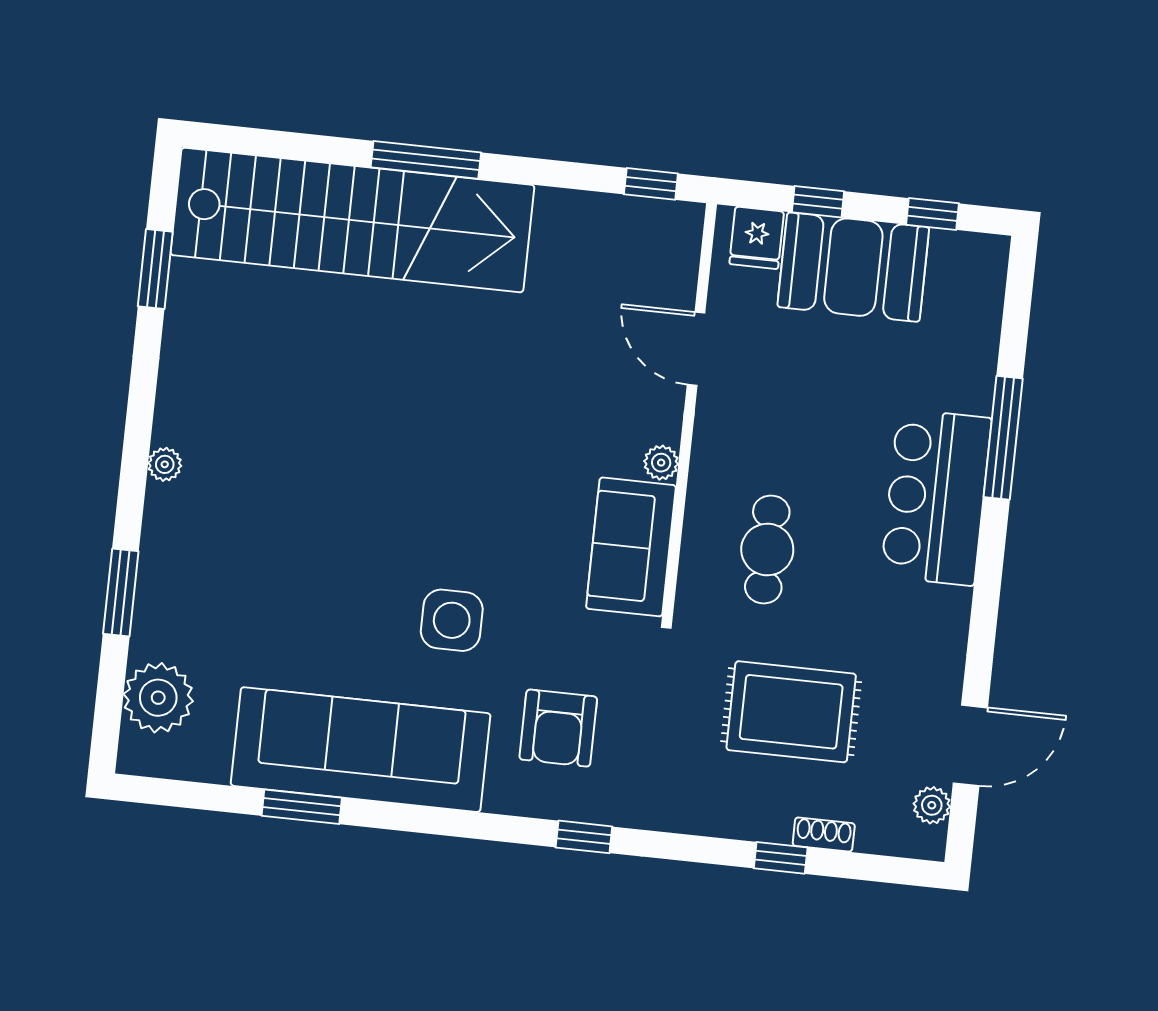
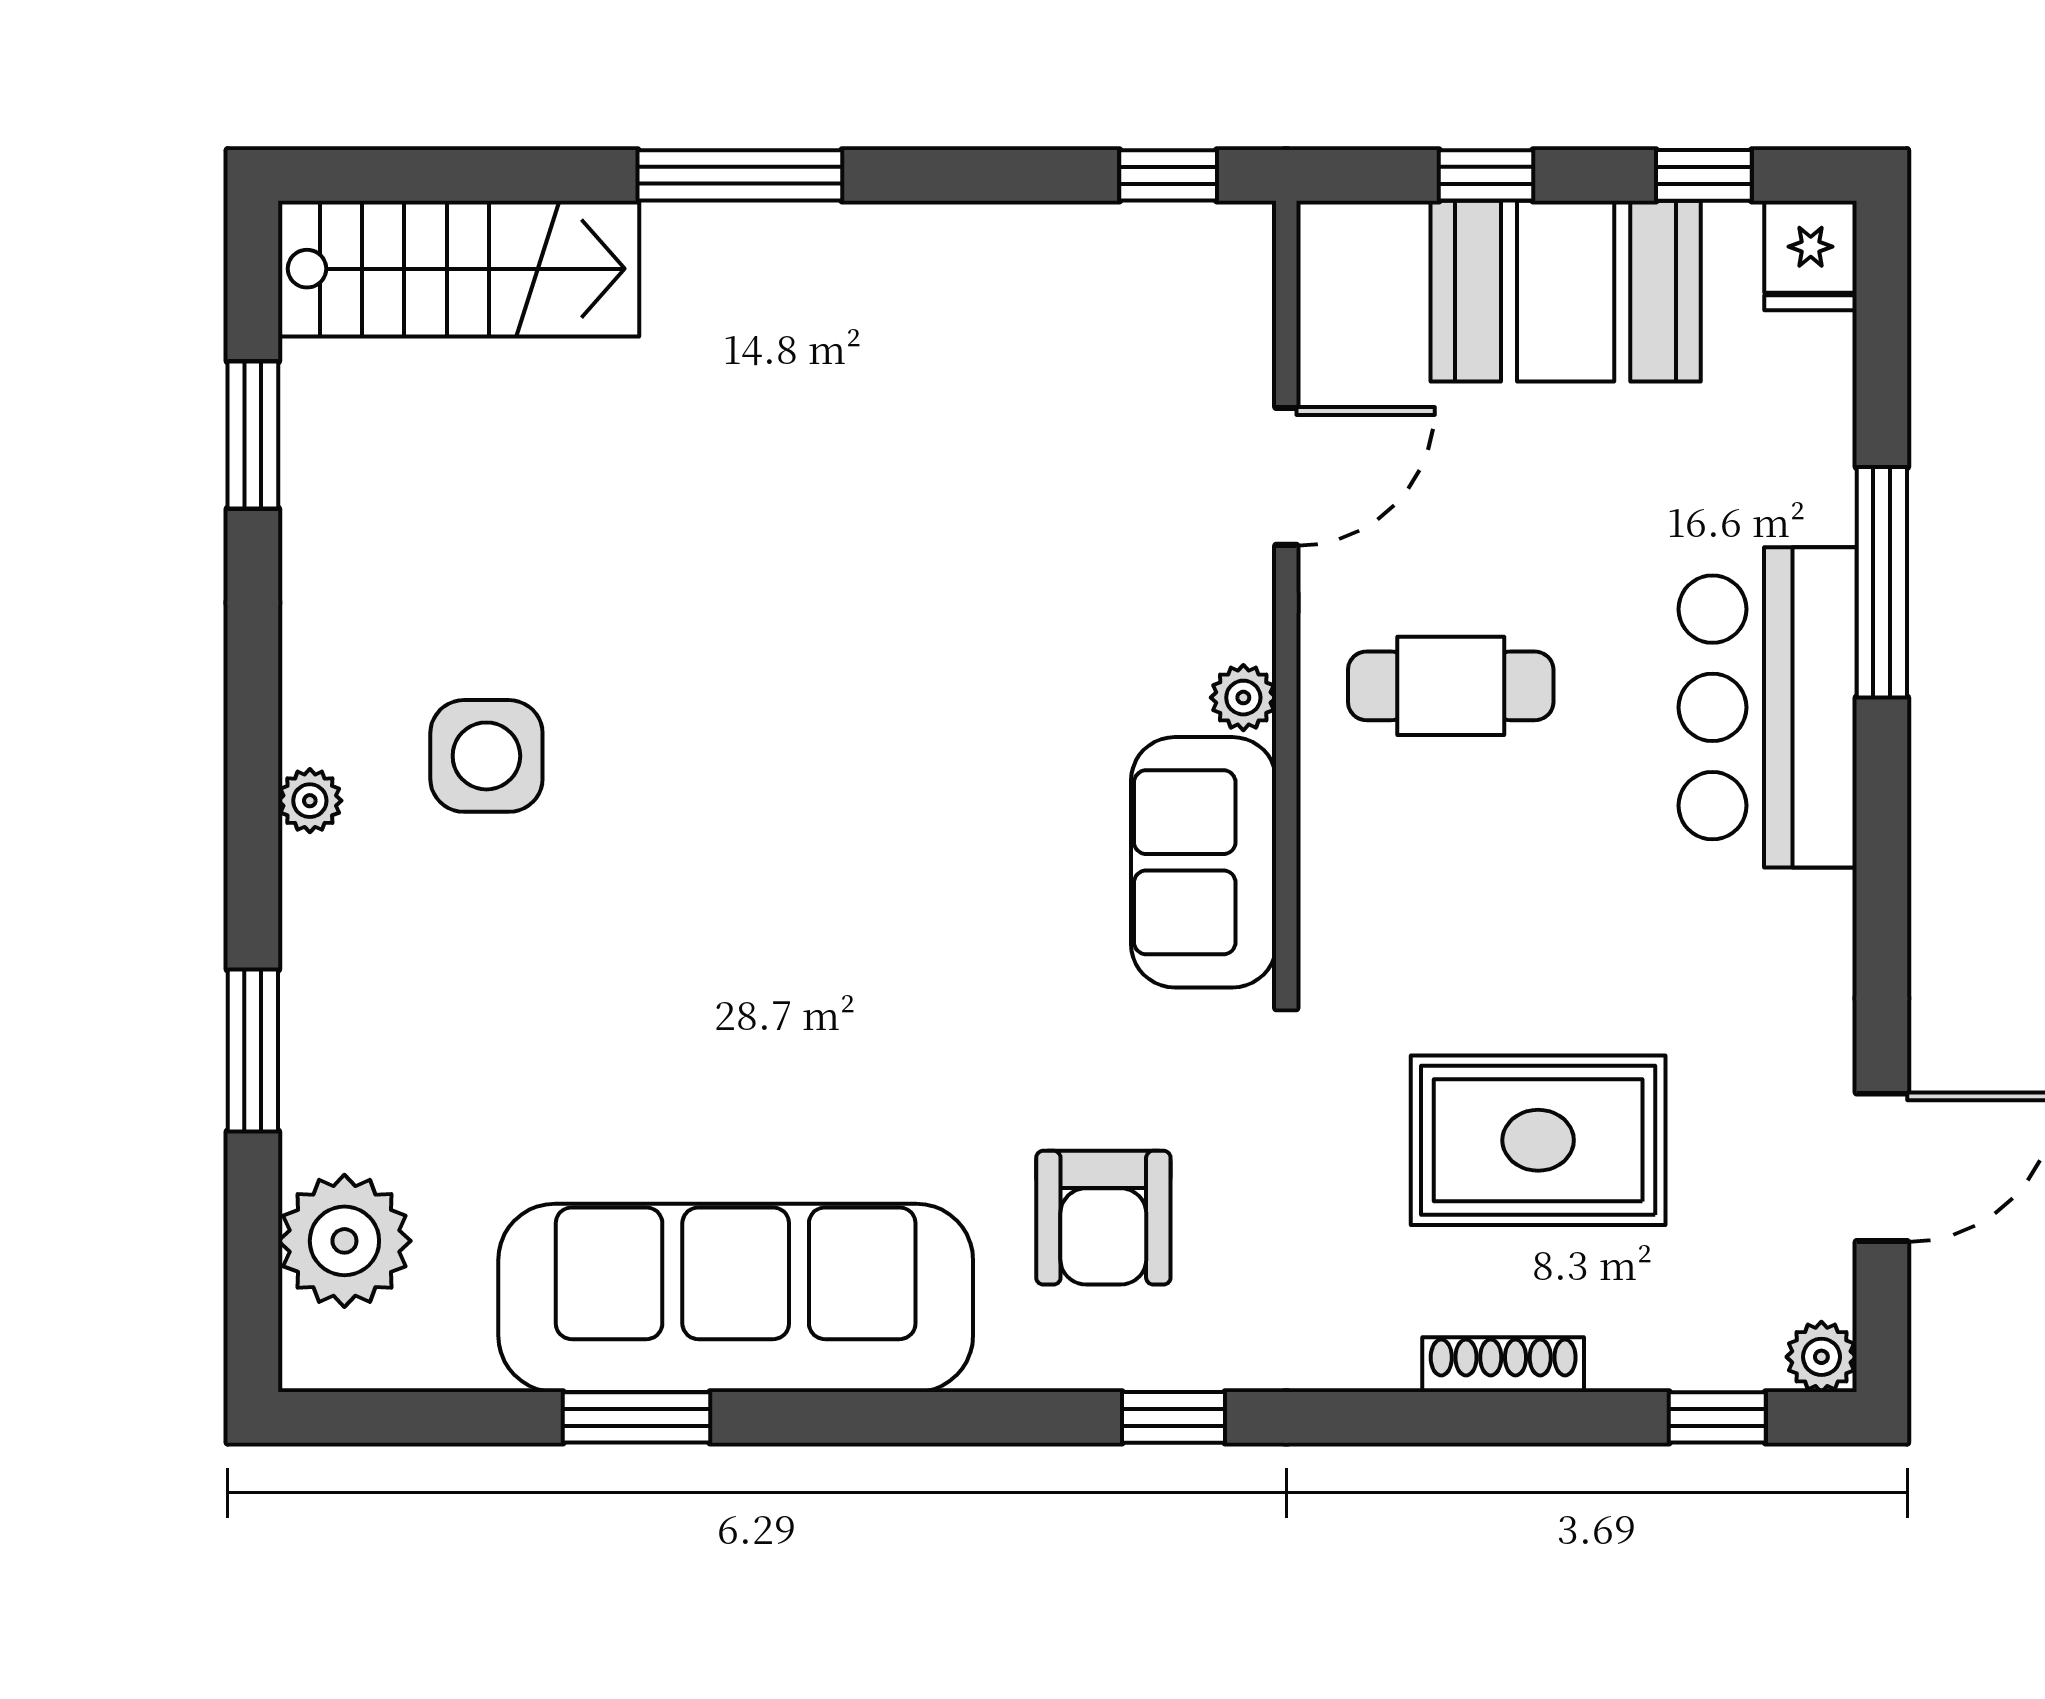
stairs: (352, 220) -> (459, 269), width x0.54, depth x0.66
fridge: (757, 238) -> (1811, 256), moved
door: (696, 349) -> (1286, 476), swing flipped
cafe table: (767, 550) -> (1451, 686), moved, turned 90
side table: (452, 620) -> (486, 756), moved
plant: (932, 805) -> (1821, 1357), moved
shoe rack: (824, 835) -> (1503, 1365), moved, width x1.43
window: (781, 858) -> (1717, 1417), moved

